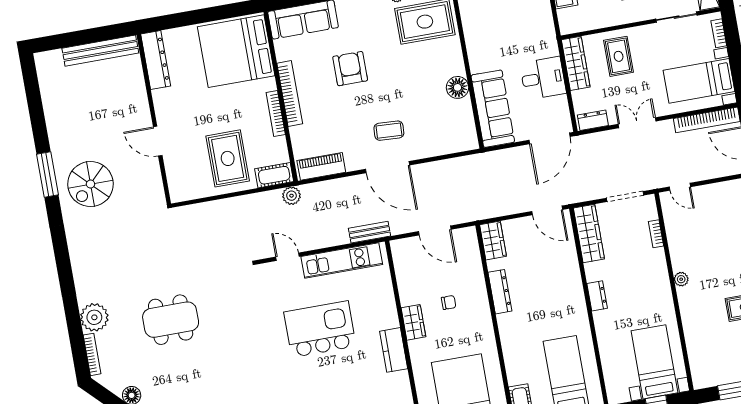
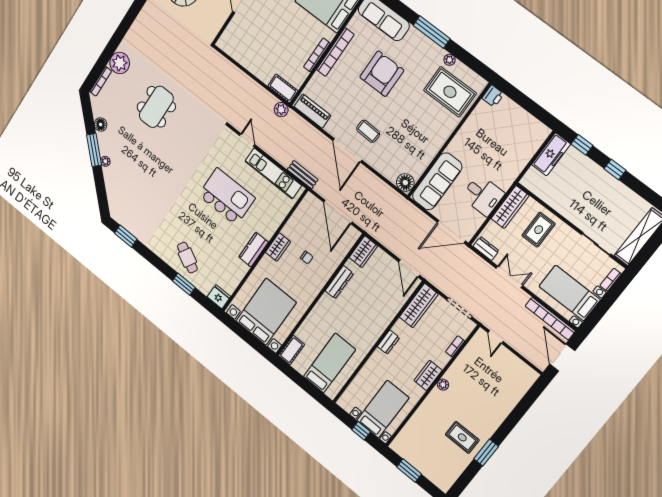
armchair: (350, 69) -> (382, 74), width x1.36, depth x1.36
floor lamp: (457, 87) -> (405, 183), moved
rug: (228, 158) -> (267, 52), removed
door: (435, 230) -> (338, 212), width x1.36
wardrobe: (661, 286) -> (428, 375), added
dining table: (171, 320) -> (156, 107), turned 90

